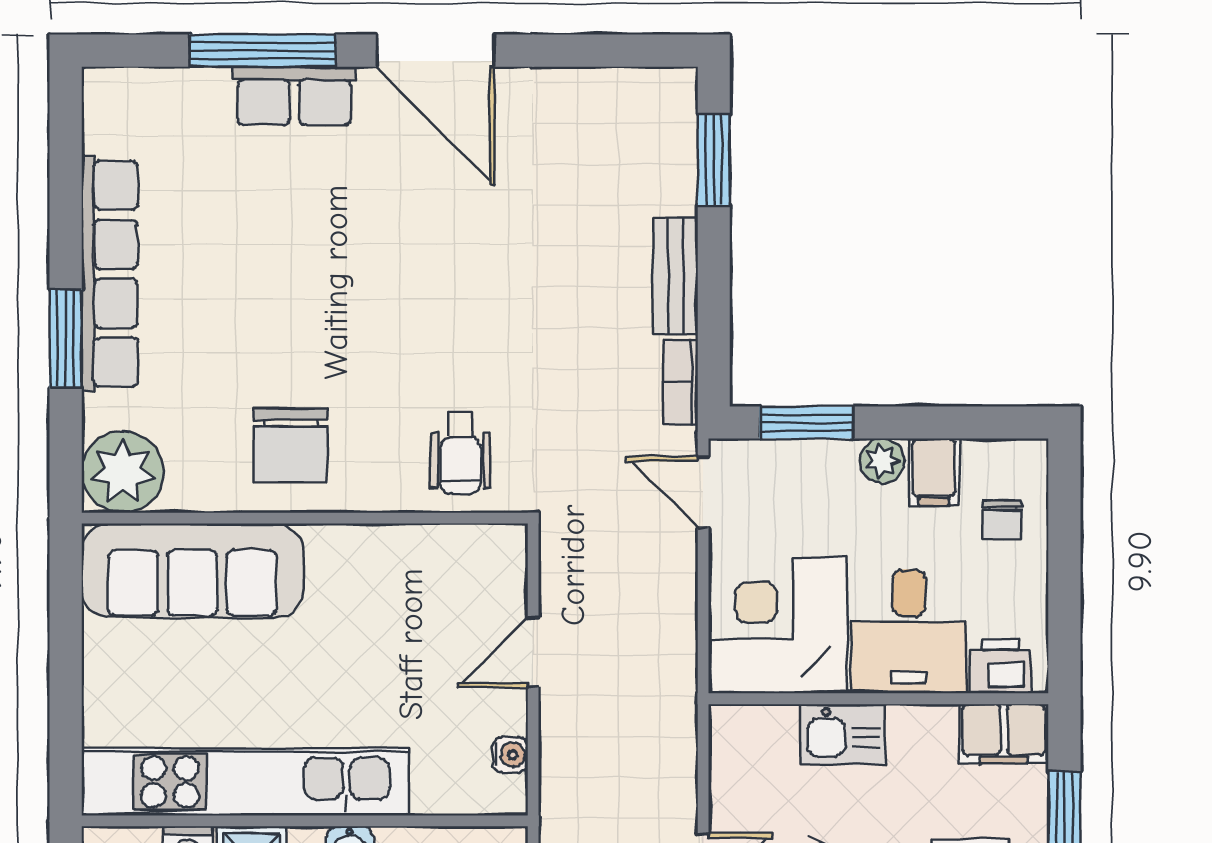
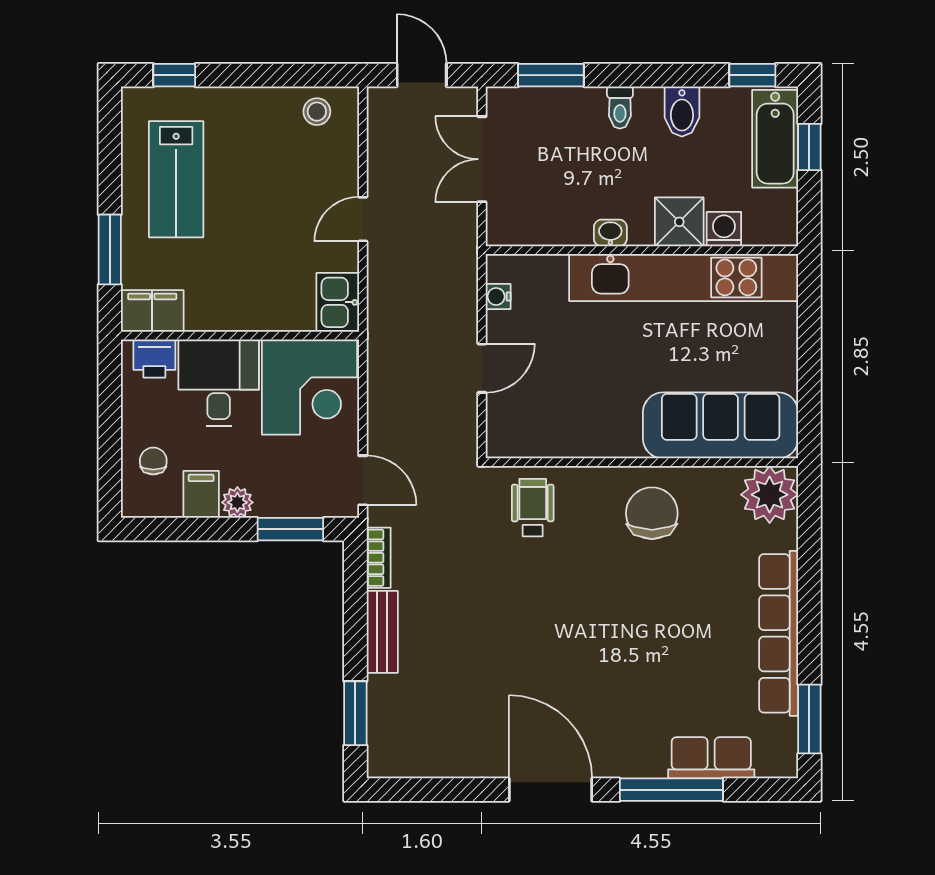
row of seats: (294, 96) -> (711, 758), moved
window: (66, 339) -> (809, 719), moved
kitchen sink: (843, 735) -> (338, 302), moved, turned -90

